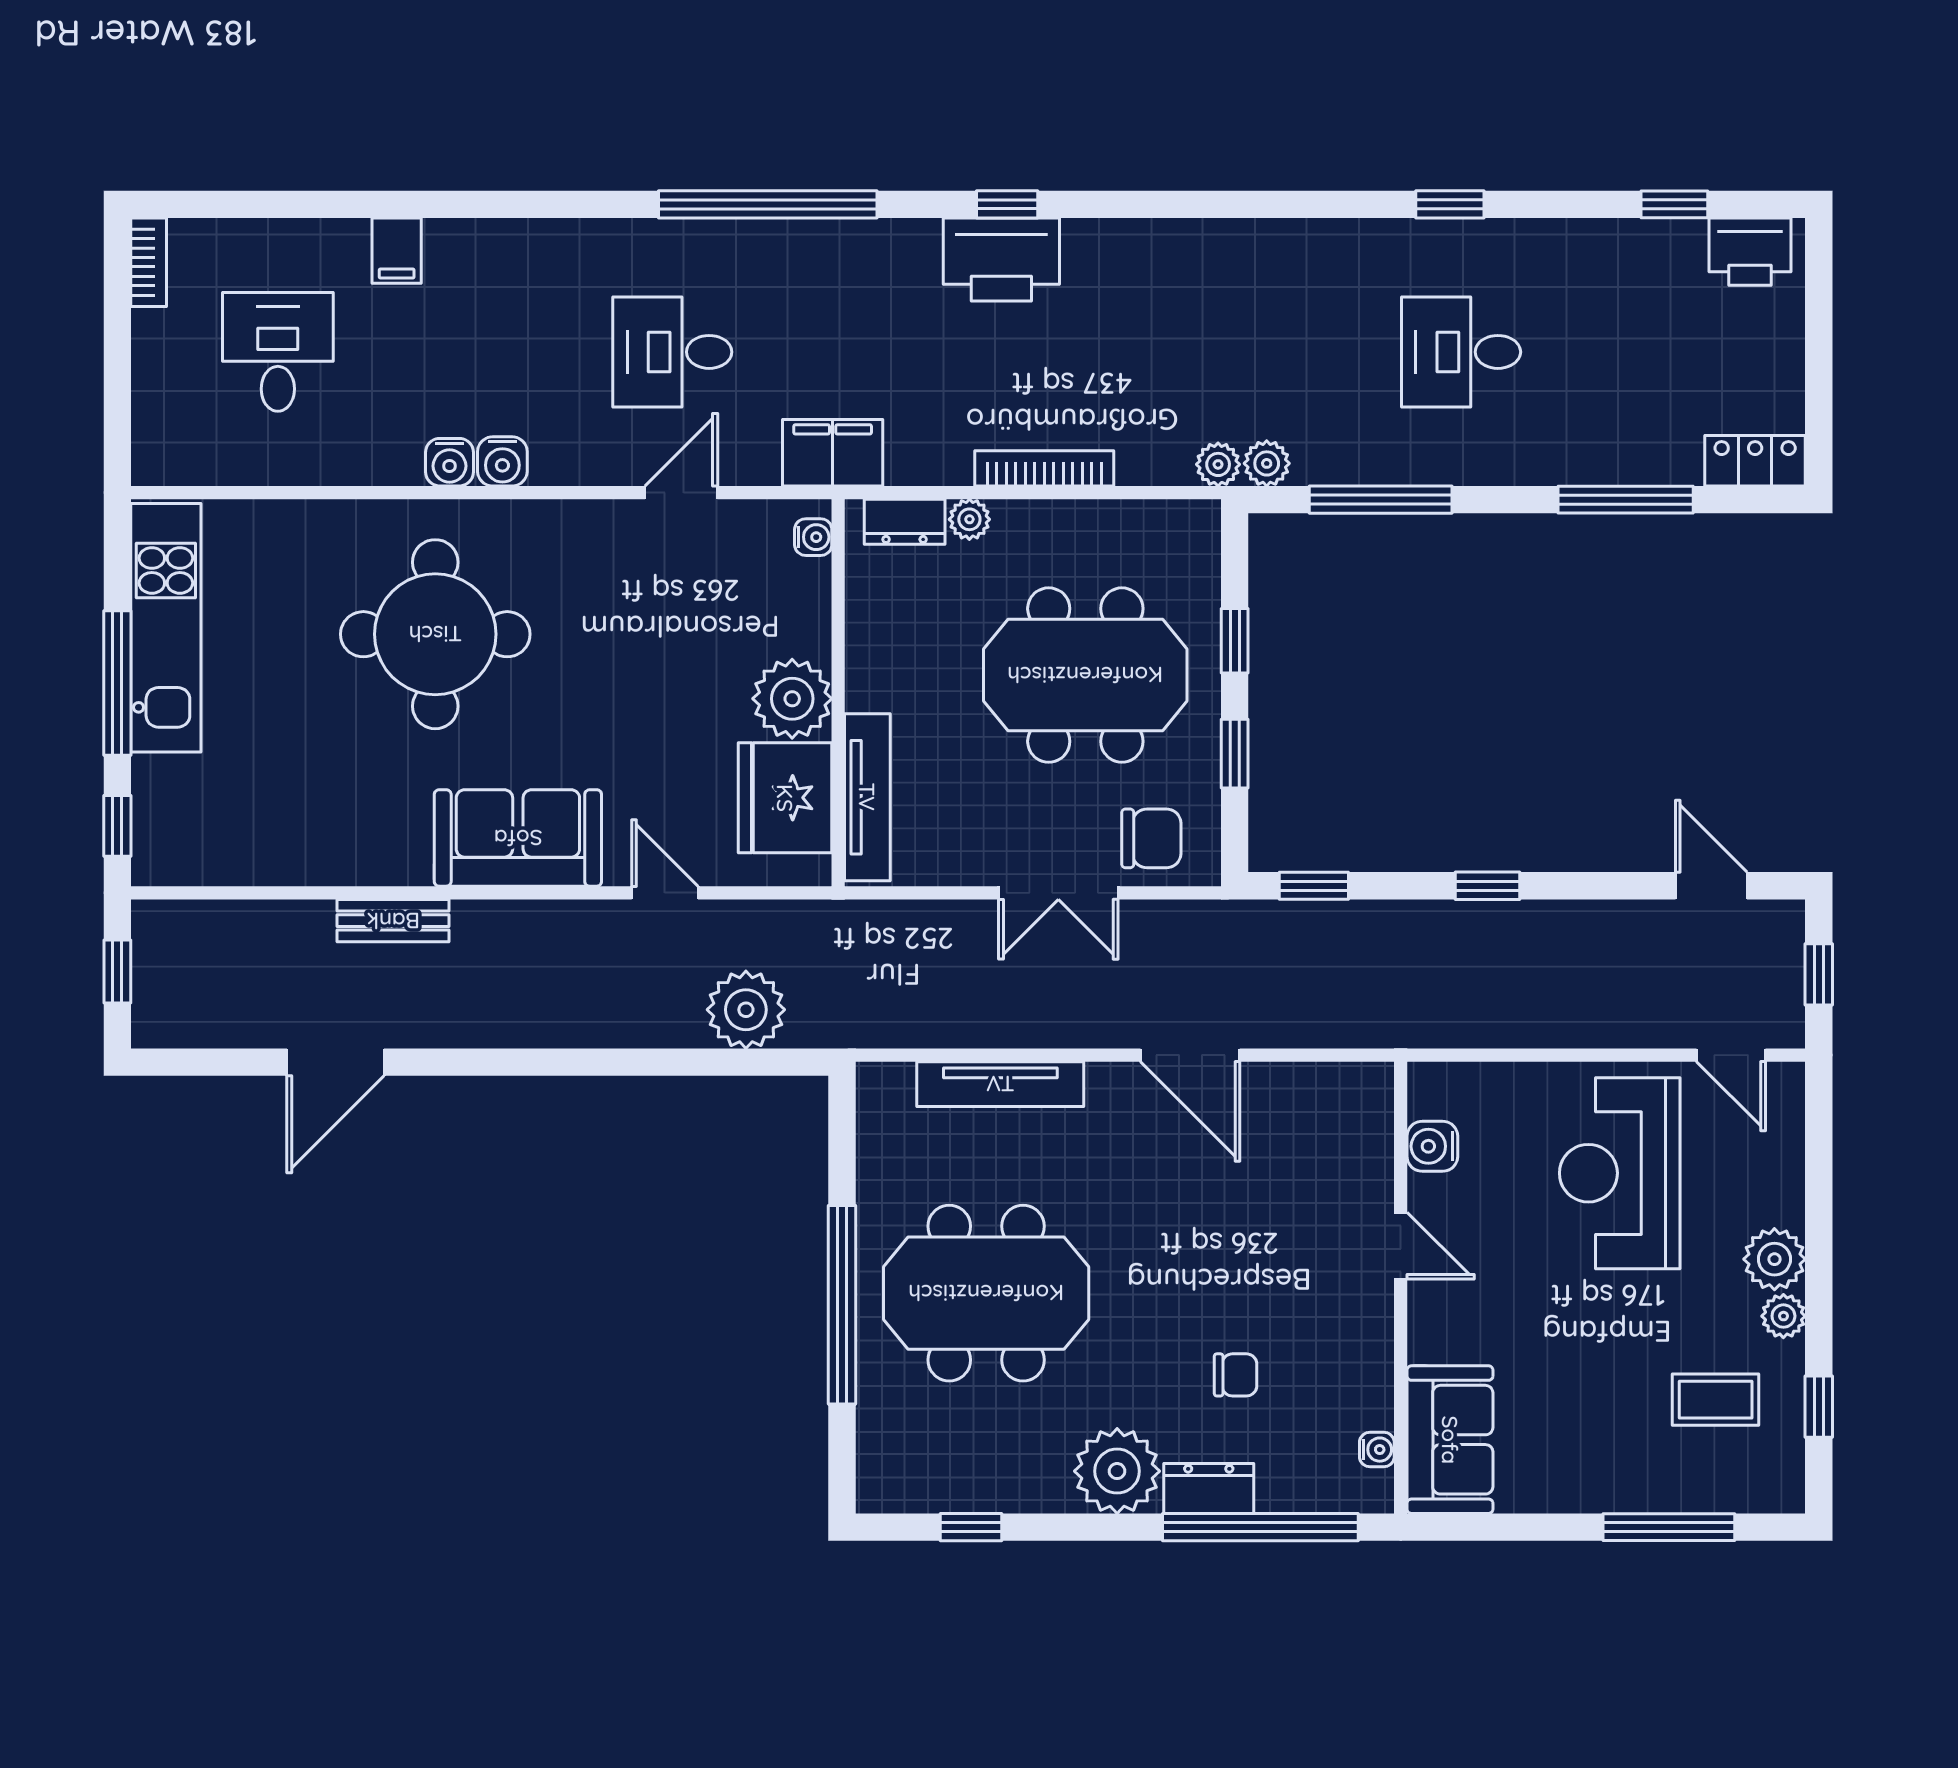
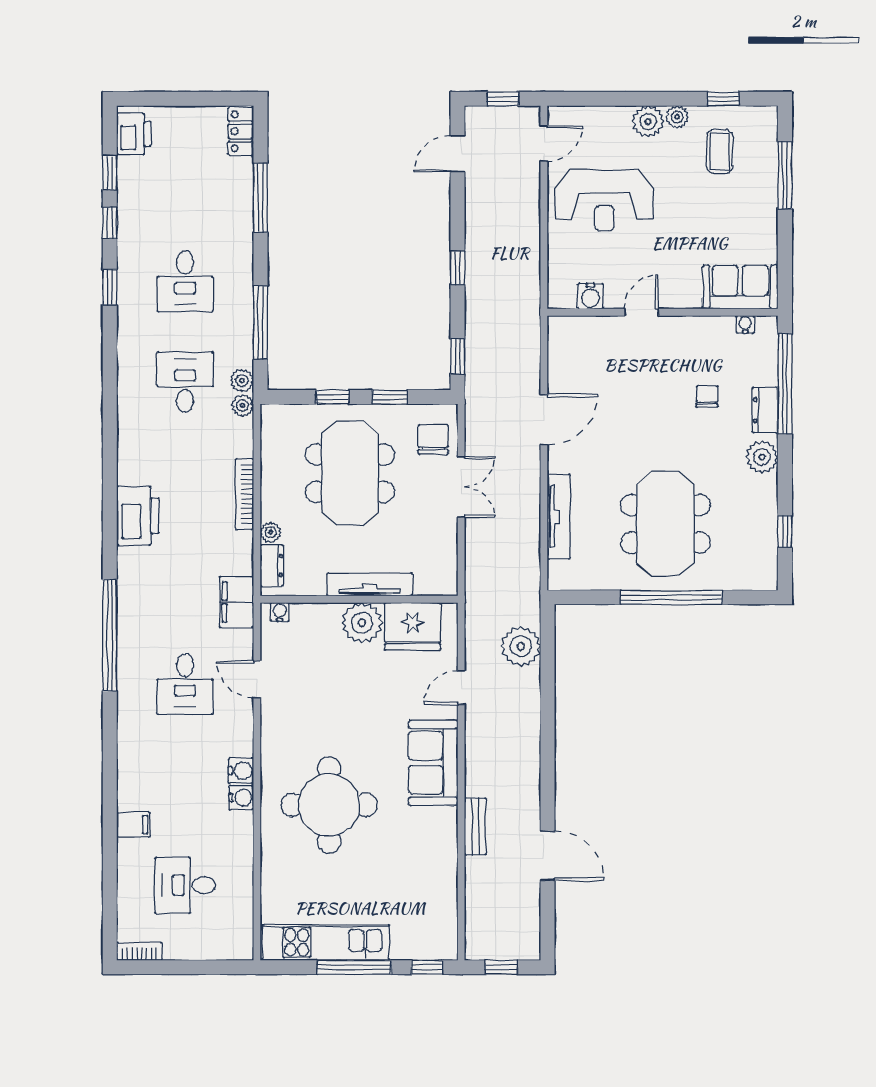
window: (1007, 204) -> (110, 223), moved
desk: (1264, 352) -> (185, 382), added
tv unit: (867, 797) -> (370, 584), moved
plant: (1117, 1471) -> (762, 457), width x0.73, depth x0.73

